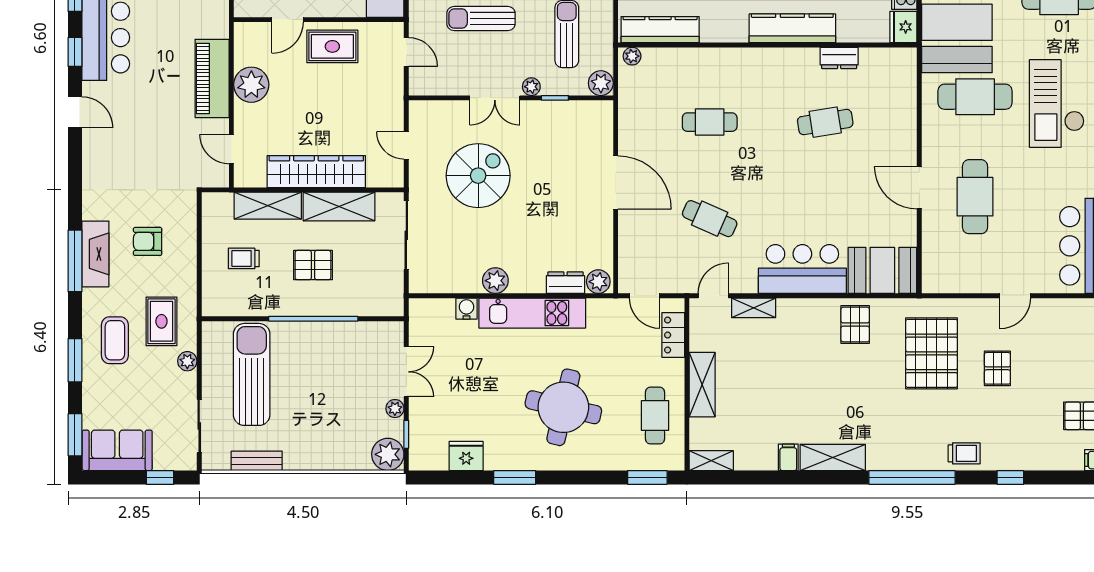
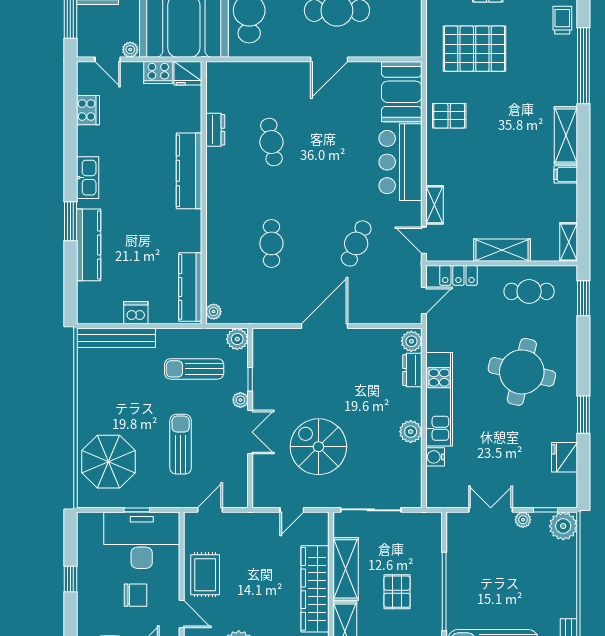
sun lounger: (481, 19) -> (181, 444), turned 180

